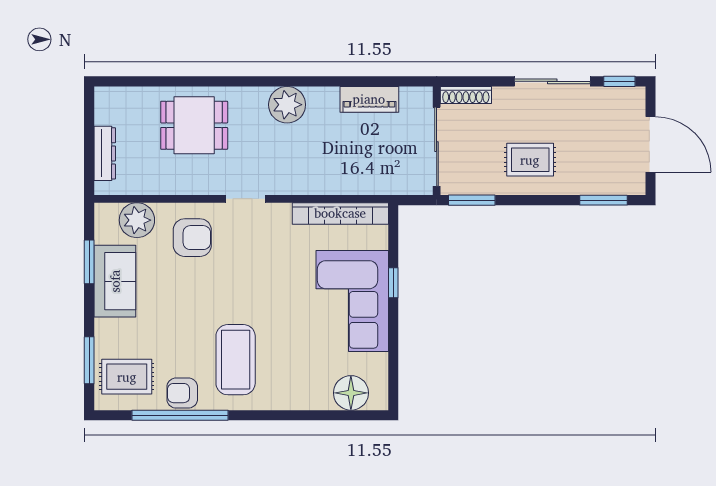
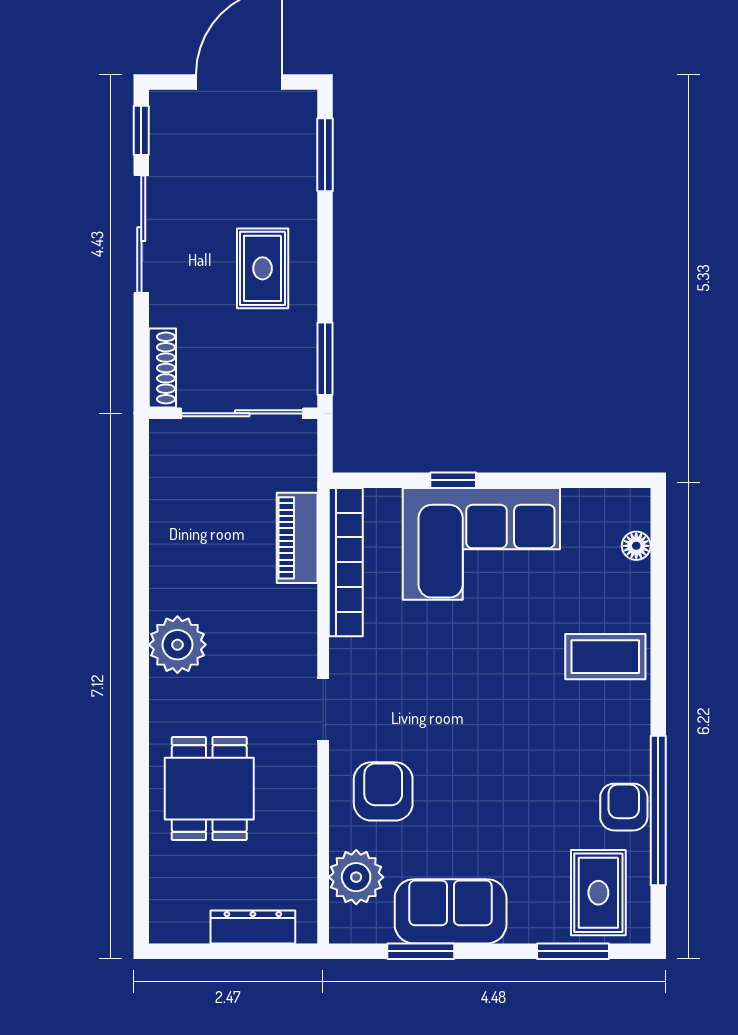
piano: (369, 99) -> (297, 538), moved, turned 180
coffee table: (236, 360) -> (605, 657), moved, width x0.73, depth x0.76
armchair: (182, 393) -> (624, 807), turned 180
floor lamp: (351, 393) -> (636, 546), width x0.53, depth x0.53

